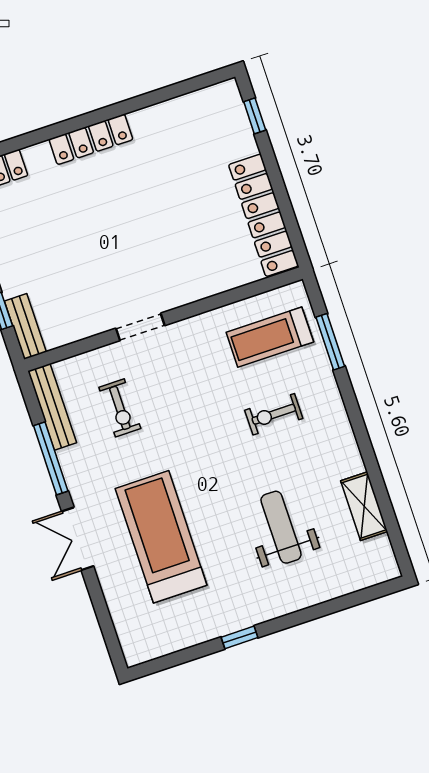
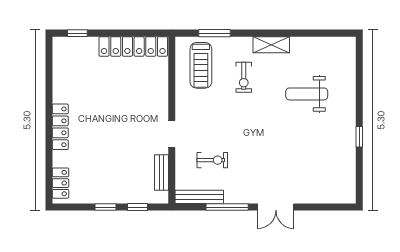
bench: (25, 326) -> (161, 172), moved, turned 90
shelving: (364, 506) -> (271, 45), moved
treadmill: (161, 537) -> (290, 161), removed

